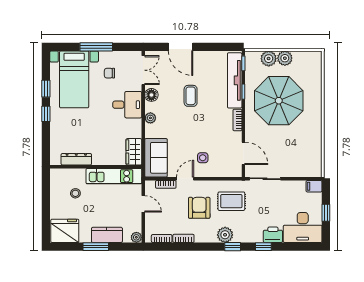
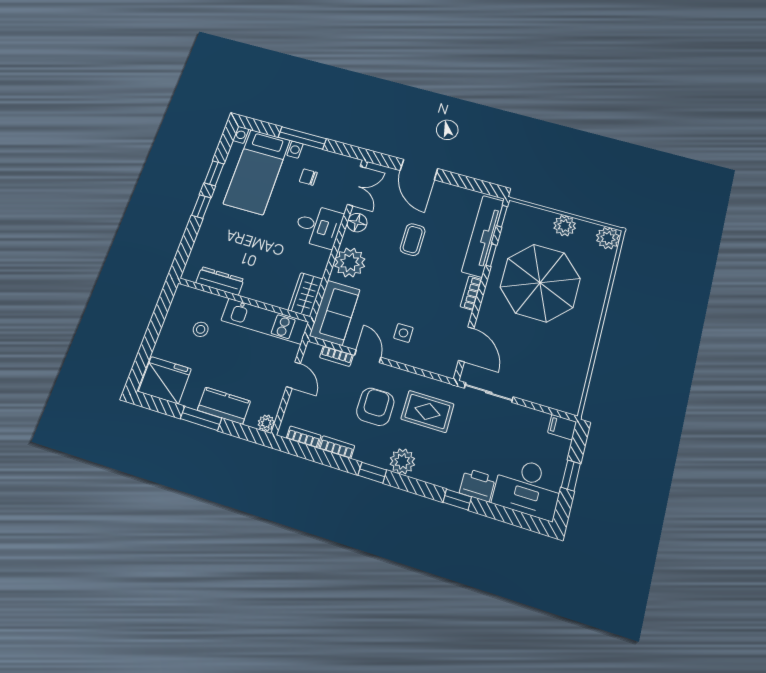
plant: (269, 59) -> (608, 238), moved
plant: (150, 118) -> (350, 262), width x1.87, depth x1.87
door: (185, 179) -> (368, 356), hinge flipped
window: (233, 247) -> (372, 473), moved

